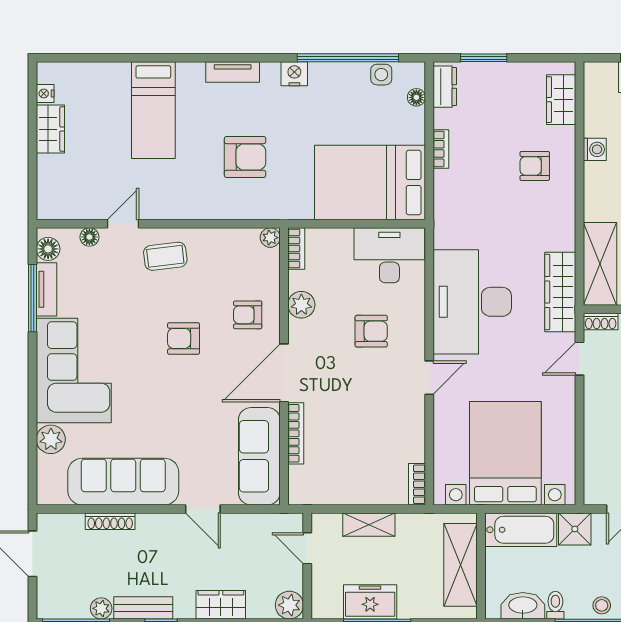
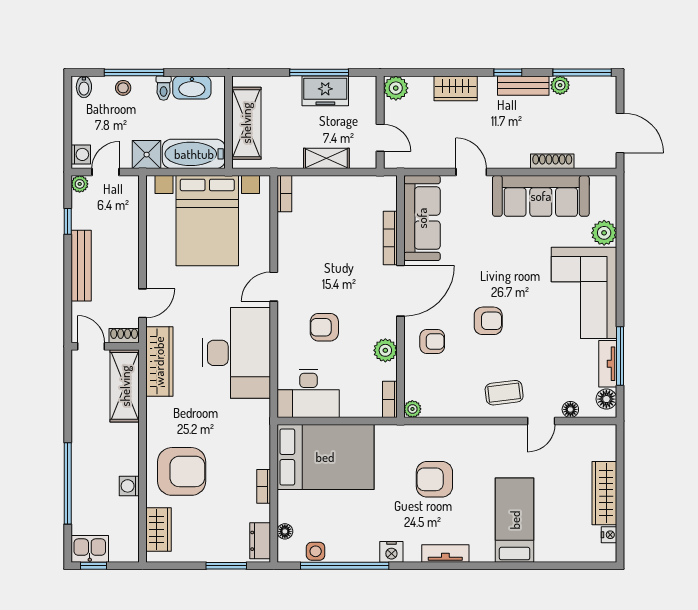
wardrobe: (50, 129) -> (604, 493), width x1.50
armchair: (535, 166) -> (182, 471), width x1.88, depth x1.88

